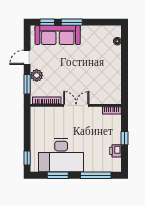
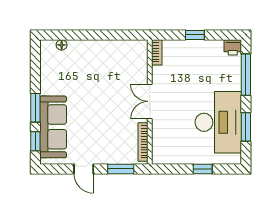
plant: (37, 75) -> (109, 156), removed
printer: (116, 151) -> (233, 47), moved
window: (27, 158) -> (203, 169), moved

